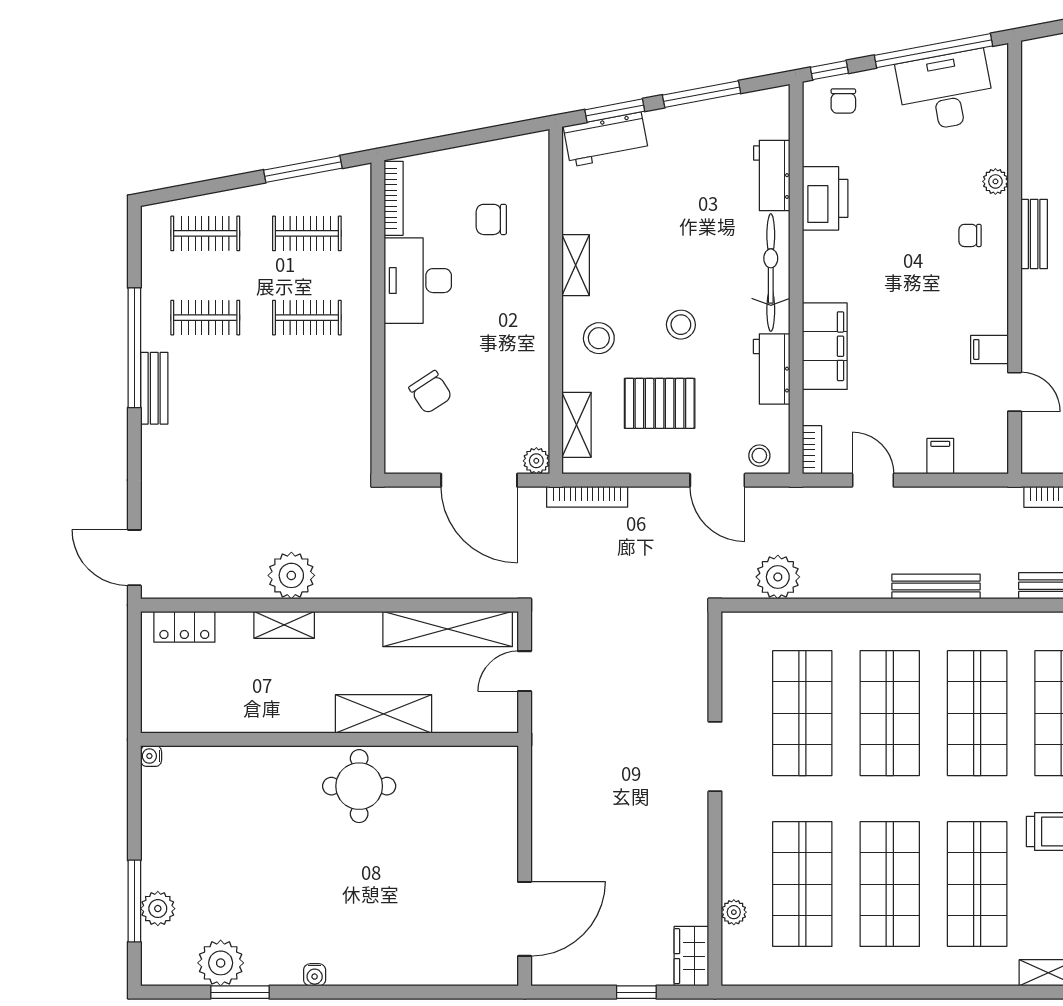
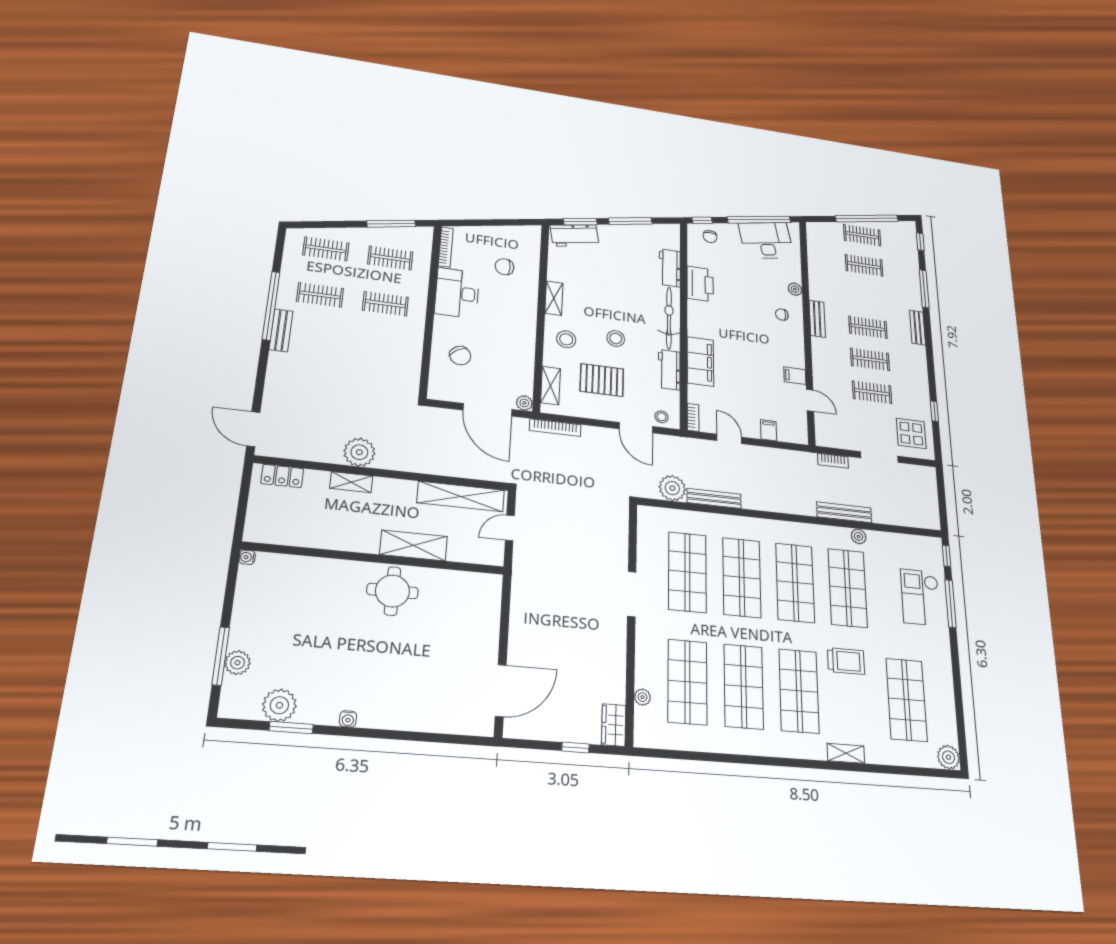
bench: (936, 586) -> (714, 498), moved

